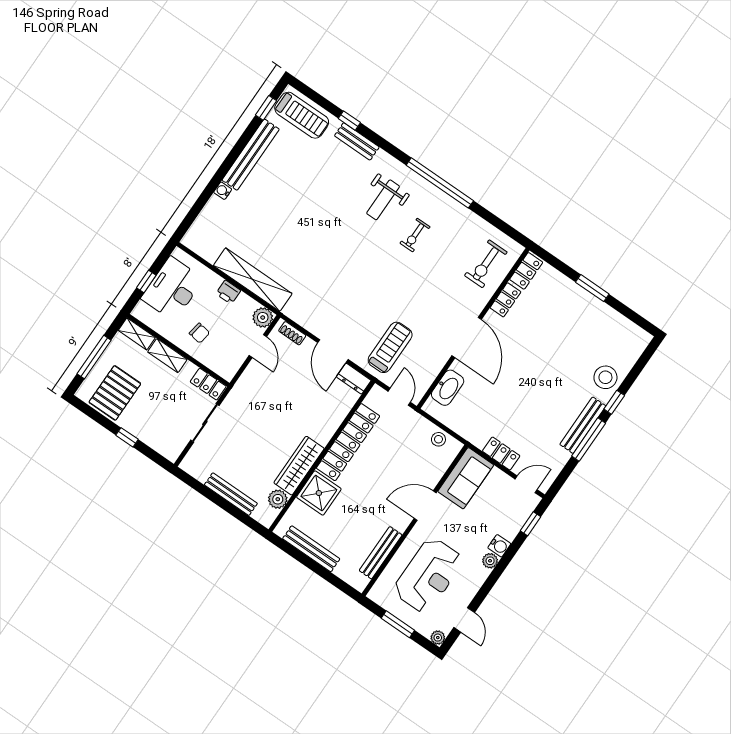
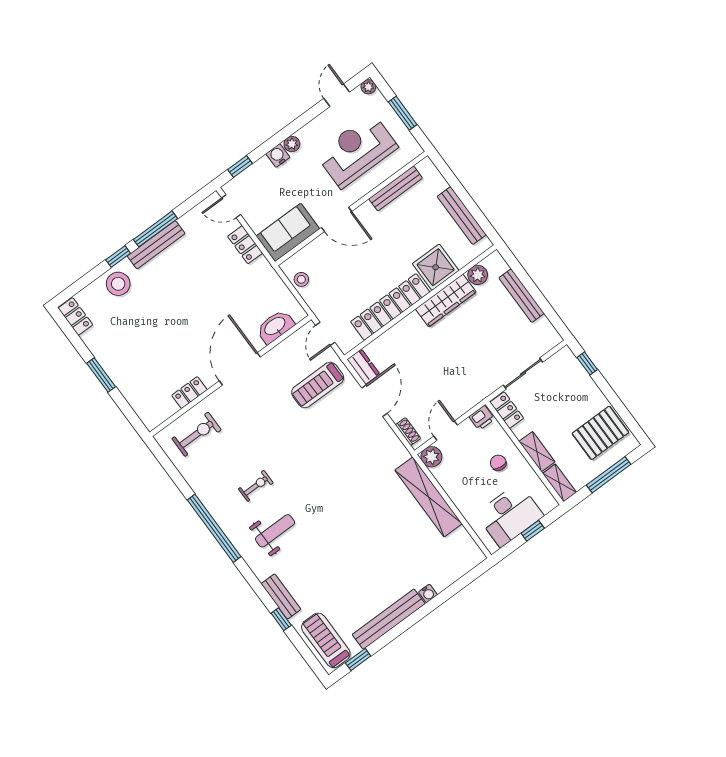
locker: (526, 271) -> (75, 316), moved, turned 90
printer: (228, 292) -> (482, 418), moved, turned 90
window: (127, 437) -> (587, 363), moved

